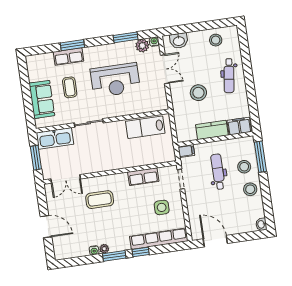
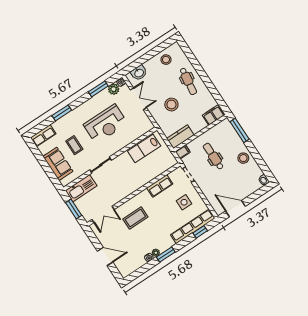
row of seats: (68, 56) -> (43, 136), moved
kitchen counter: (212, 130) -> (180, 137), moved
stool: (244, 167) -> (231, 143), removed
window: (141, 252) -> (200, 232), moved

